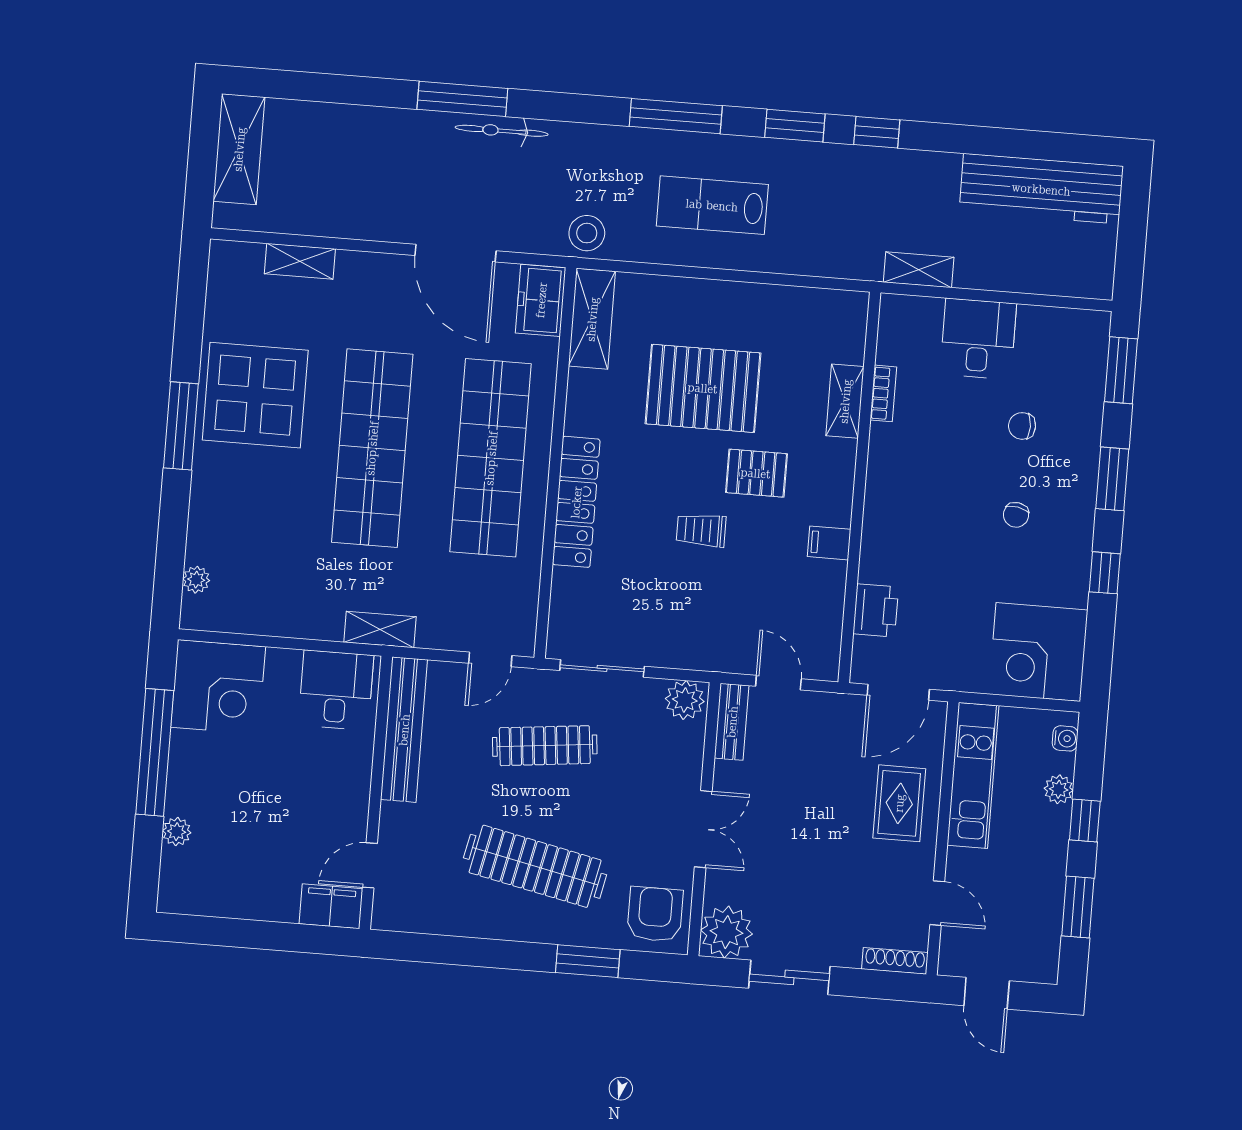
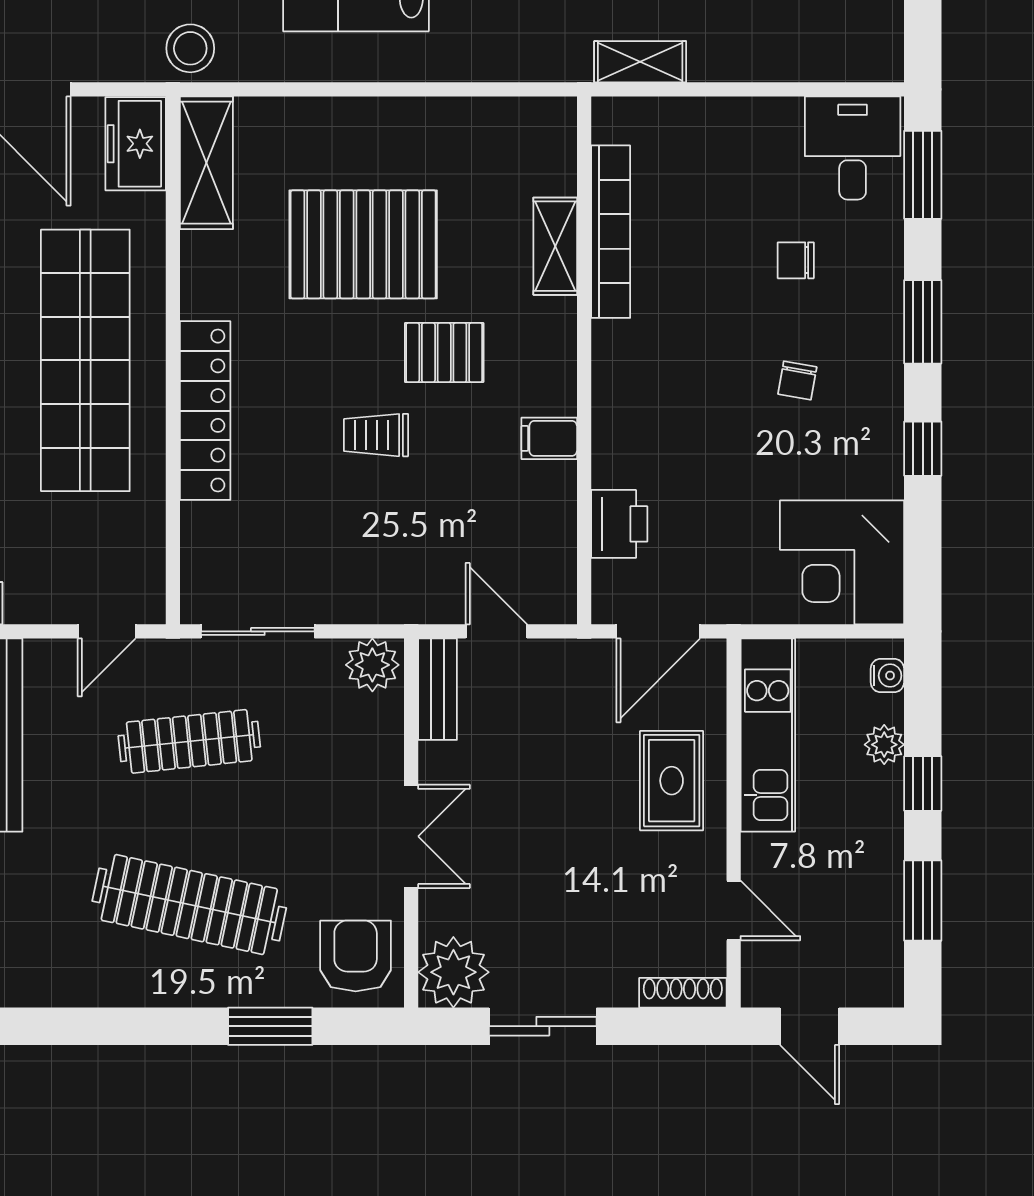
desk: (978, 339) -> (853, 148), moved
bookcase: (883, 393) -> (611, 232), width x2.31, depth x1.31

